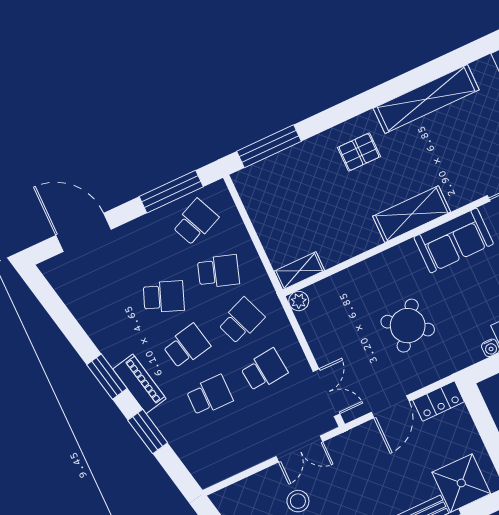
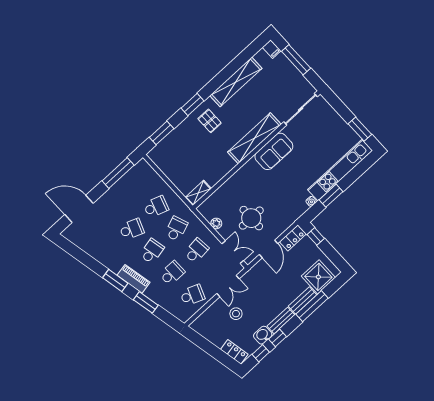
window: (338, 114) -> (192, 104), added
window: (269, 146) -> (162, 133), width x0.69
pallet: (359, 152) -> (210, 121), turned 90
shelving: (412, 214) -> (254, 138), width x1.47
school desk: (195, 222) -> (192, 295), moved, turned 45
plant: (299, 301) -> (216, 223), moved
round table: (408, 326) -> (251, 218), moved, turned -36
window: (479, 411) -> (316, 236), added

